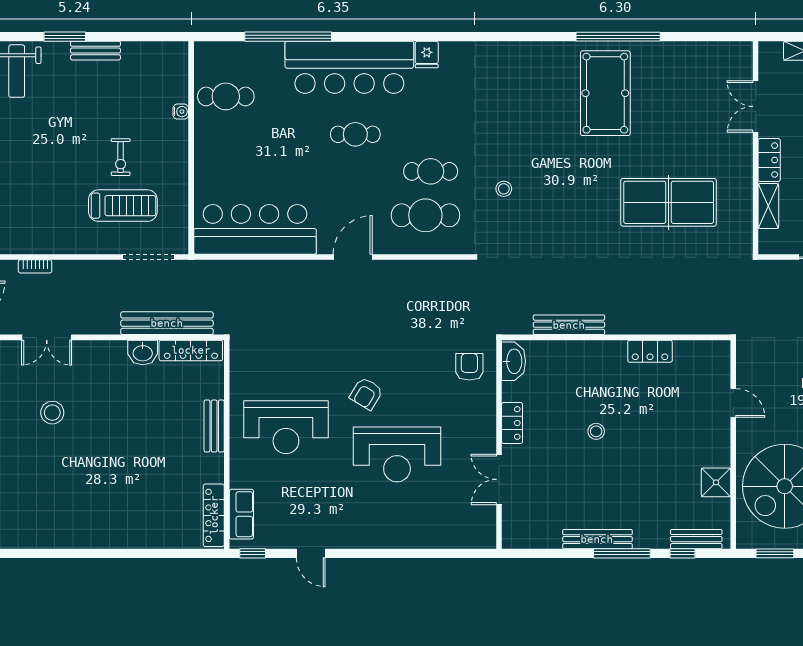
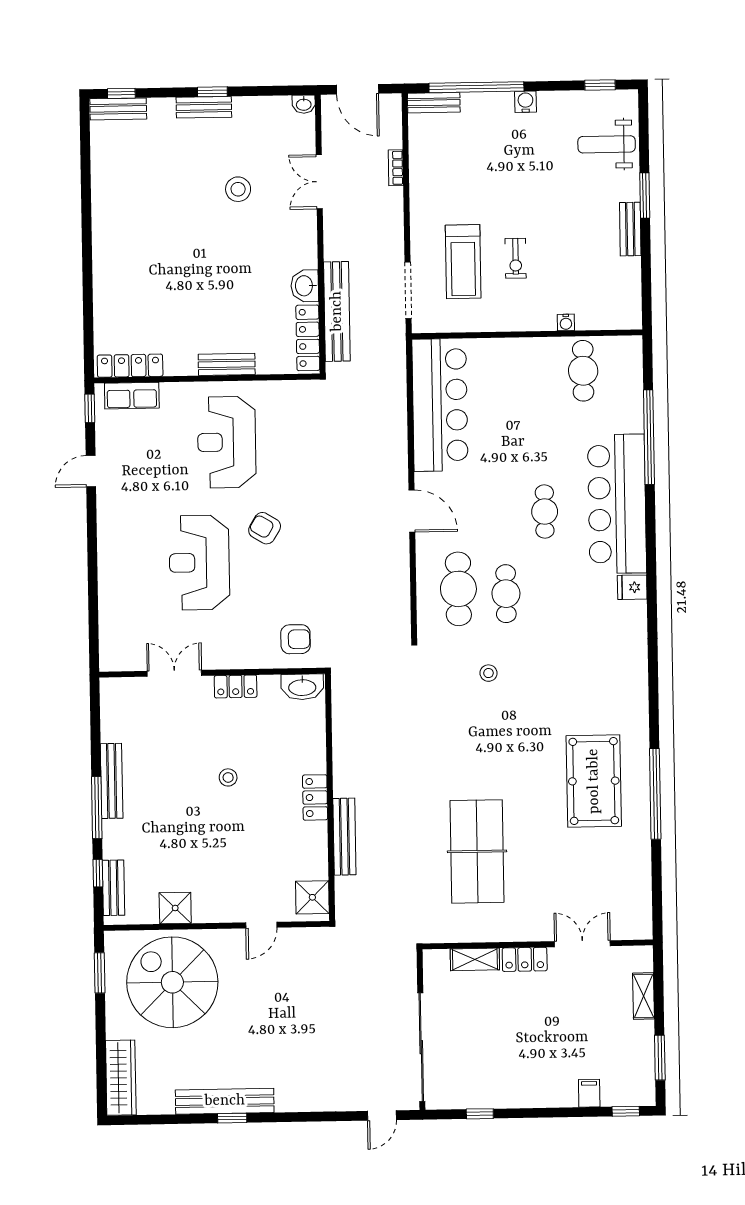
pool table: (605, 93) -> (594, 781), turned 90
exercise bike: (121, 157) -> (516, 258), turned -90
bench: (569, 325) -> (344, 837), moved
locker: (650, 351) -> (315, 797), moved
shower: (708, 355) -> (312, 897), added

